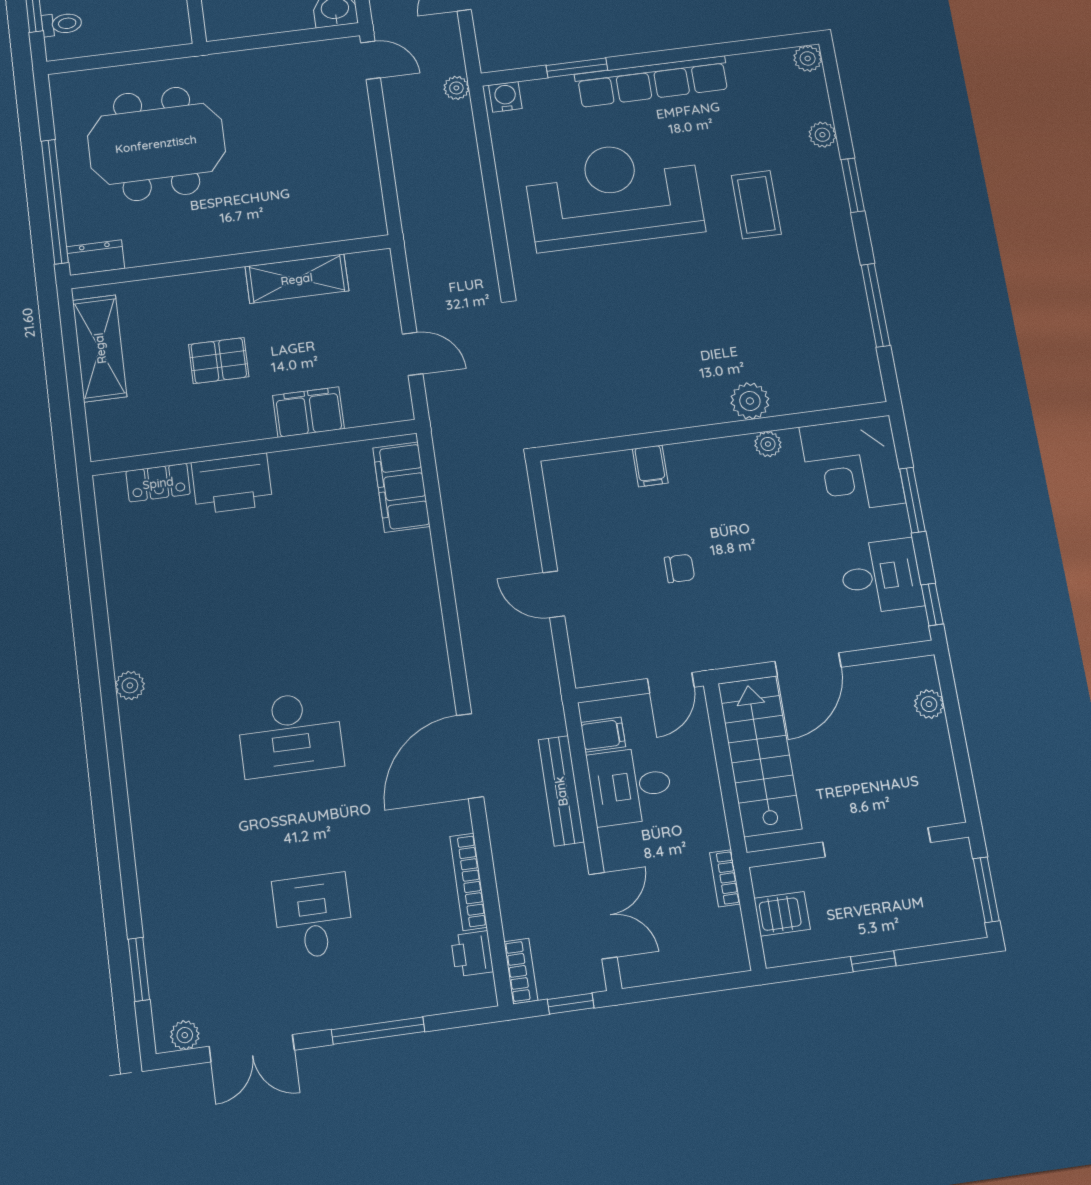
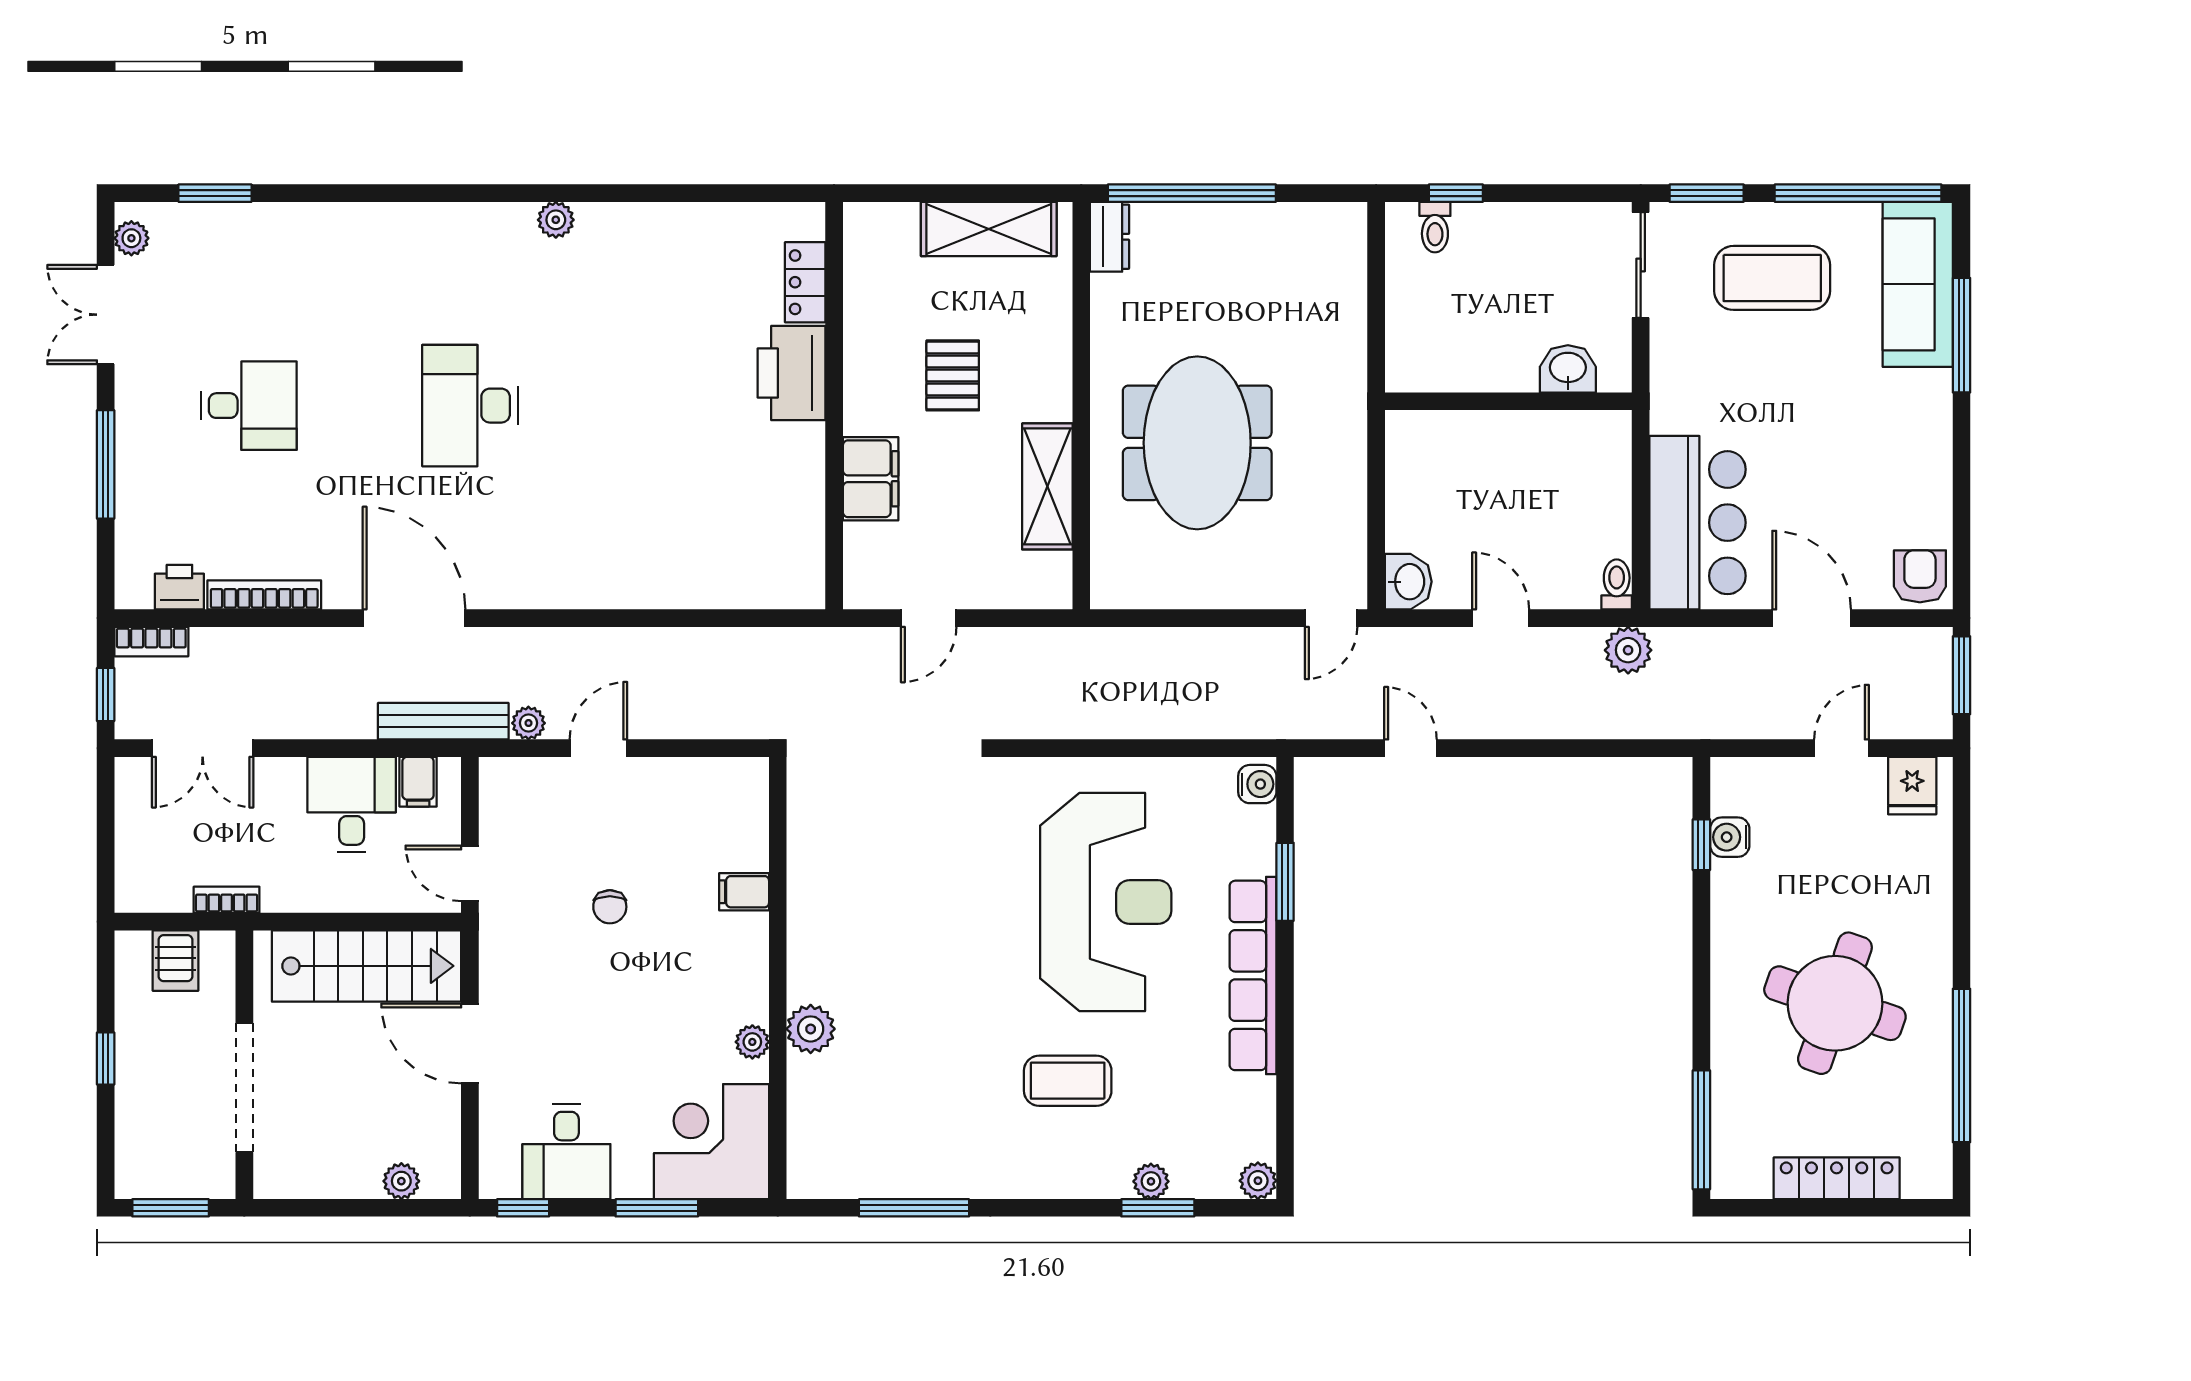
plant: (456, 88) -> (528, 723), moved
meeting table: (156, 144) -> (1197, 443), moved
window: (853, 185) -> (1158, 1208), moved
filing cabinet: (401, 487) -> (759, 581), removed
bench: (561, 791) -> (443, 721), moved

